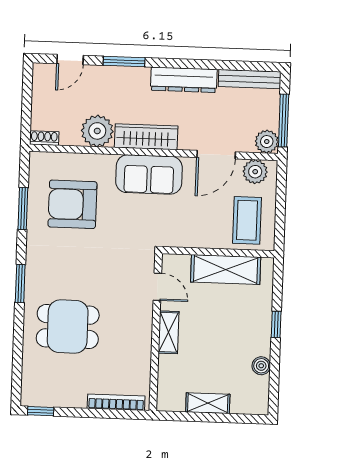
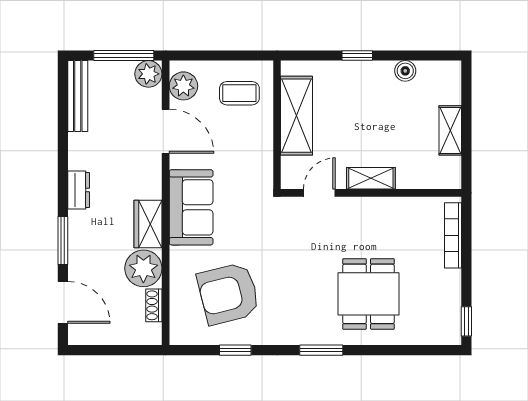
door: (70, 60) -> (63, 302), width x1.37
dresser: (184, 80) -> (79, 190), width x0.51, depth x0.80
wardrobe: (146, 137) -> (148, 224), width x0.67
shoe rack: (44, 138) -> (154, 305), moved
armchair: (72, 204) -> (228, 294), turned 76
window: (23, 208) -> (235, 350), width x0.67
coffee table: (247, 220) -> (239, 93), width x0.73, depth x0.77

